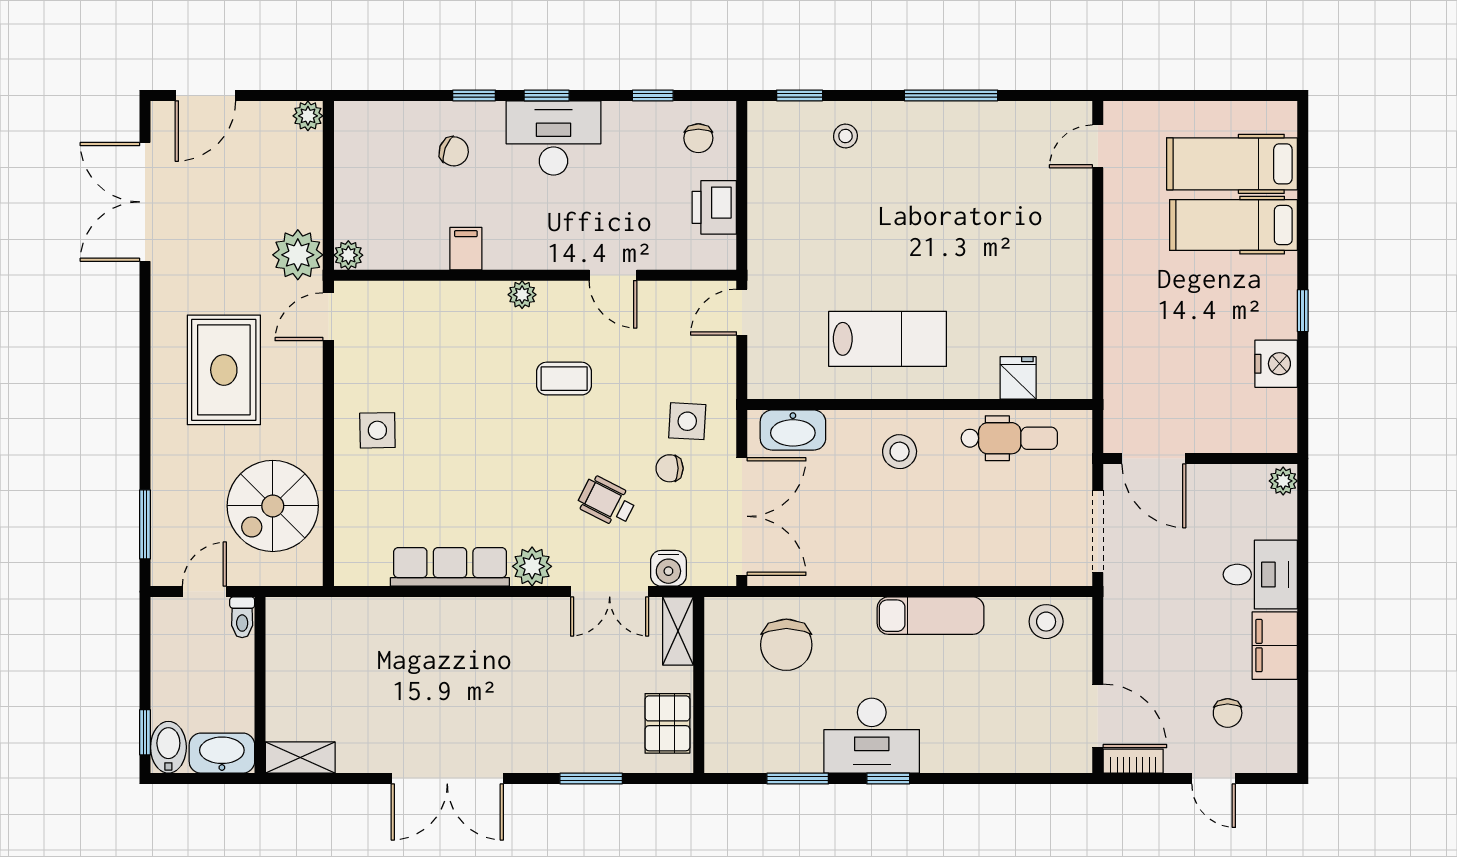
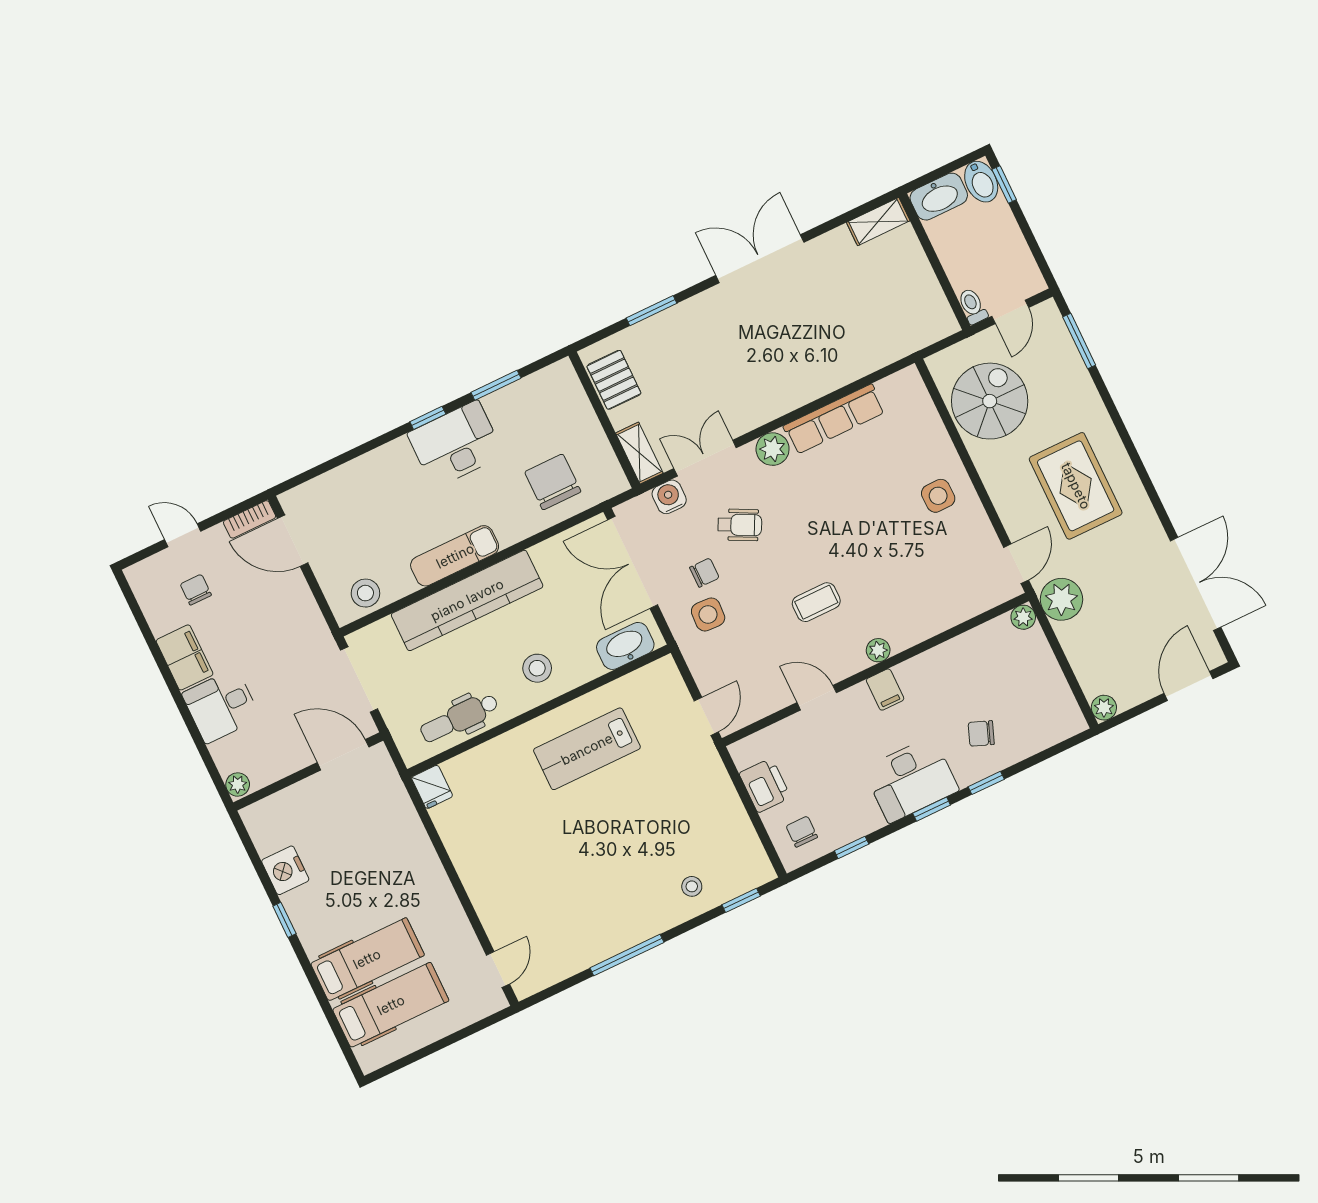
filing cabinet: (466, 249) -> (885, 690), moved
fridge: (1018, 378) -> (432, 787), moved
kitchen counter: (940, 561) -> (467, 600), added

